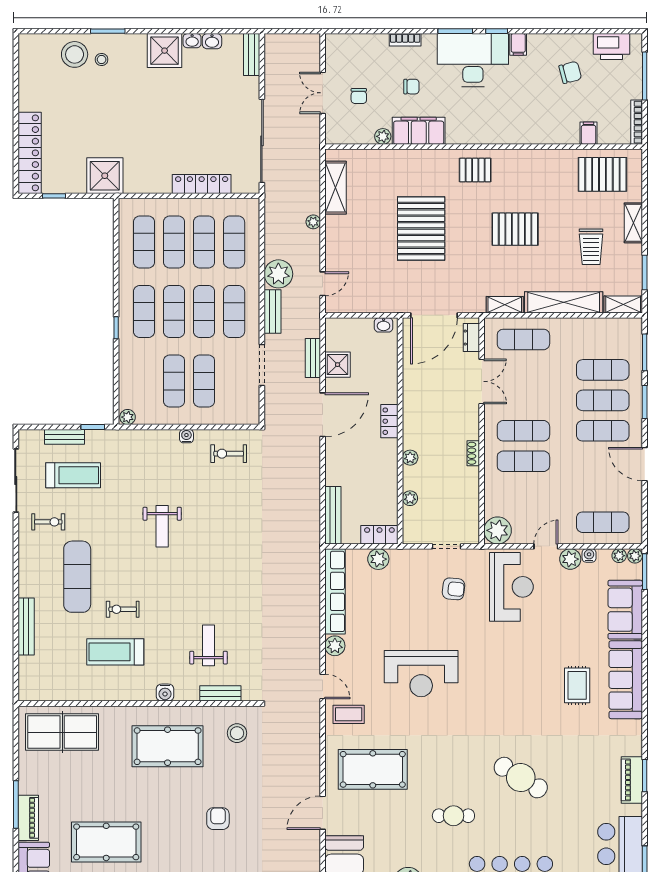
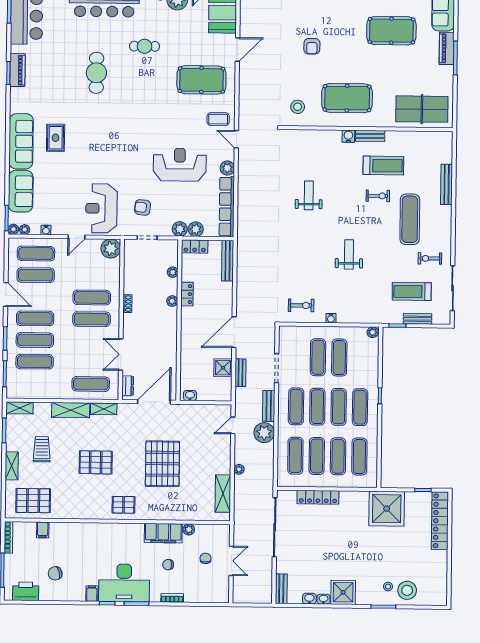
shower: (105, 176) -> (387, 509), width x1.37, depth x1.37
shelving: (564, 302) -> (71, 410), width x0.68
locker: (389, 421) -> (187, 294), moved
exercise mat: (603, 492) -> (36, 275), added
plant: (570, 559) -> (180, 229), moved
weight bench: (209, 645) -> (309, 195), moved, turned 180
reception desk: (421, 674) -> (180, 165), moved
bench: (220, 693) -> (370, 136), moved
cafe table: (521, 778) -> (96, 73), turned 58

